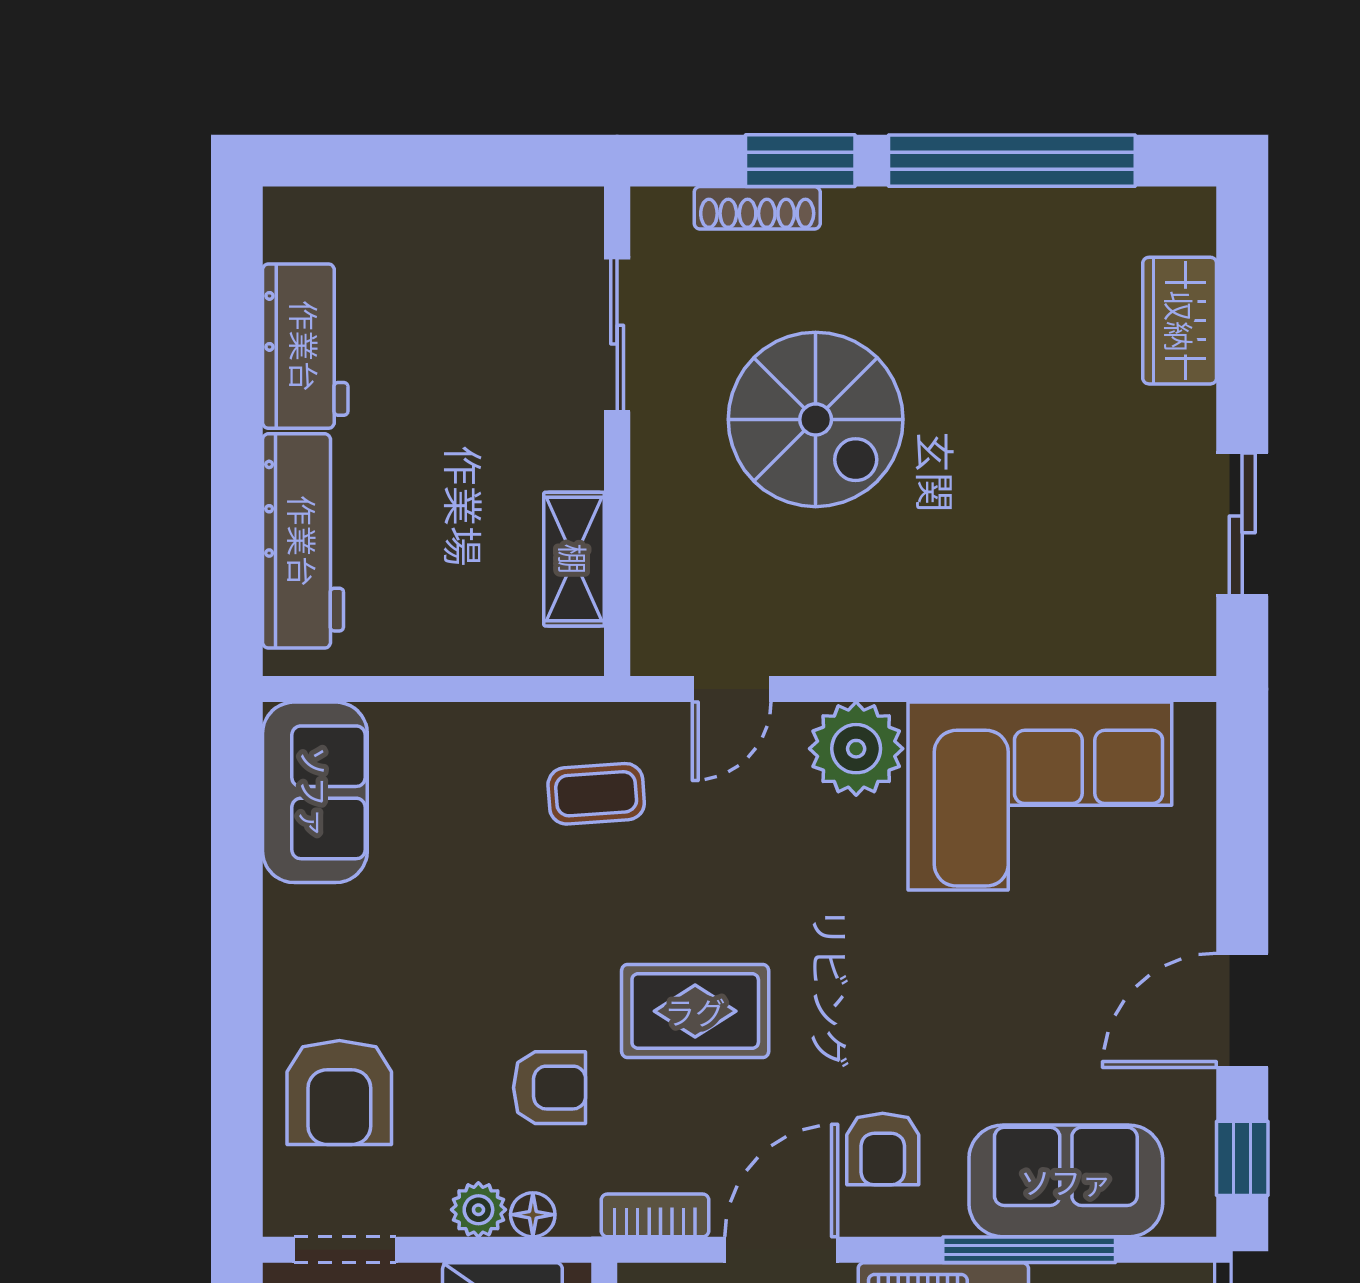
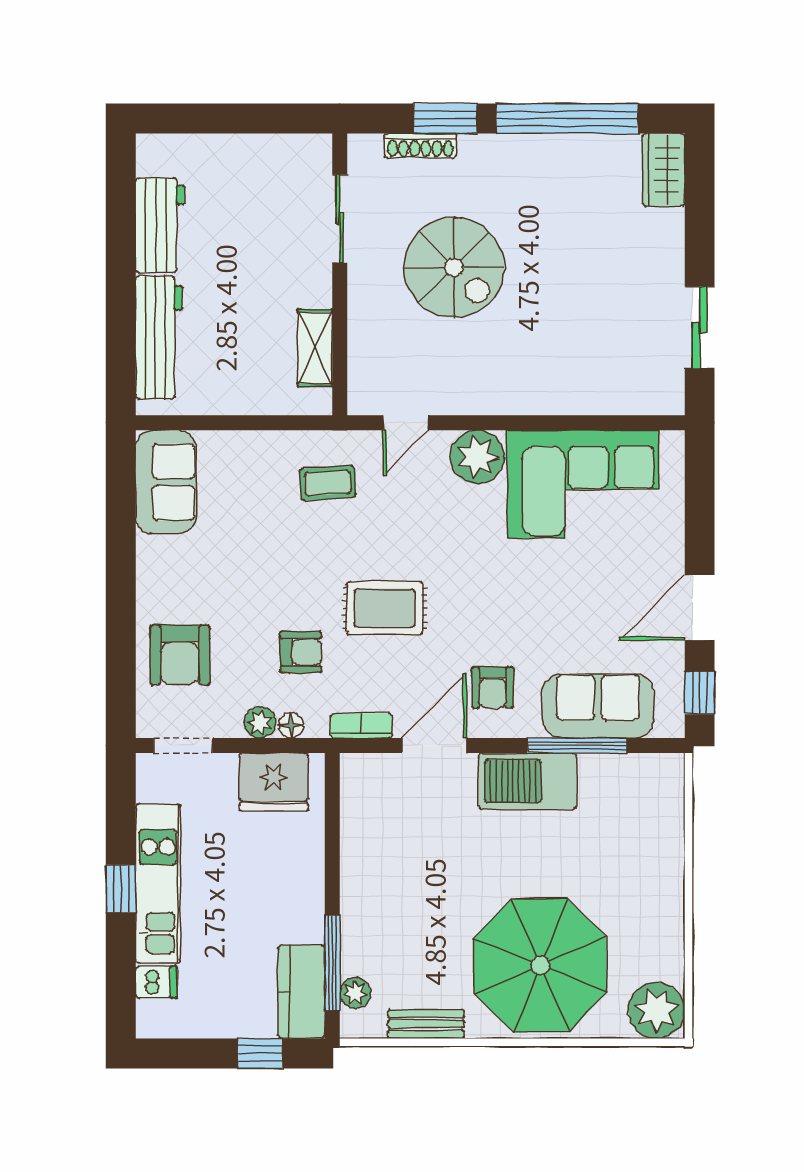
wardrobe: (1180, 321) -> (664, 170), moved

